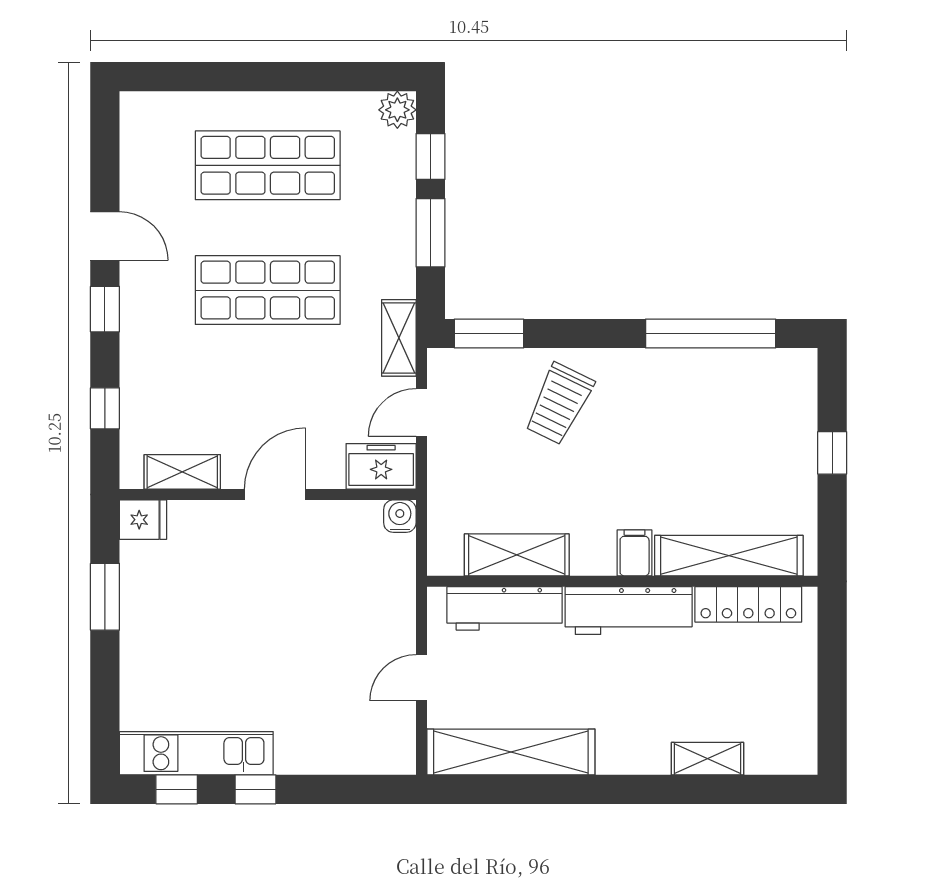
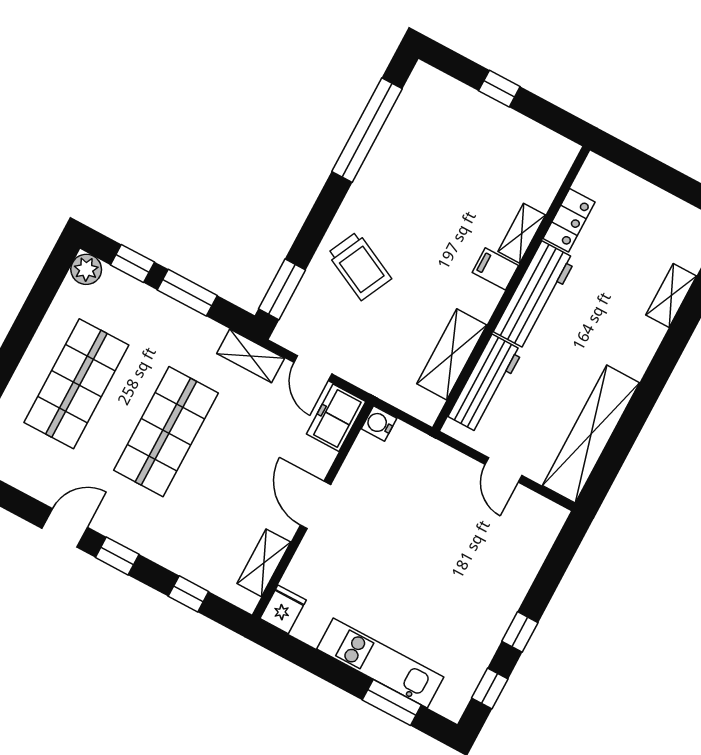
shelving: (729, 556) -> (522, 233), width x0.45, depth x0.75
window: (105, 597) -> (392, 703), moved
locker: (748, 604) -> (569, 220), width x0.66
kitchen unit: (196, 753) -> (380, 663), moved, turned 90

